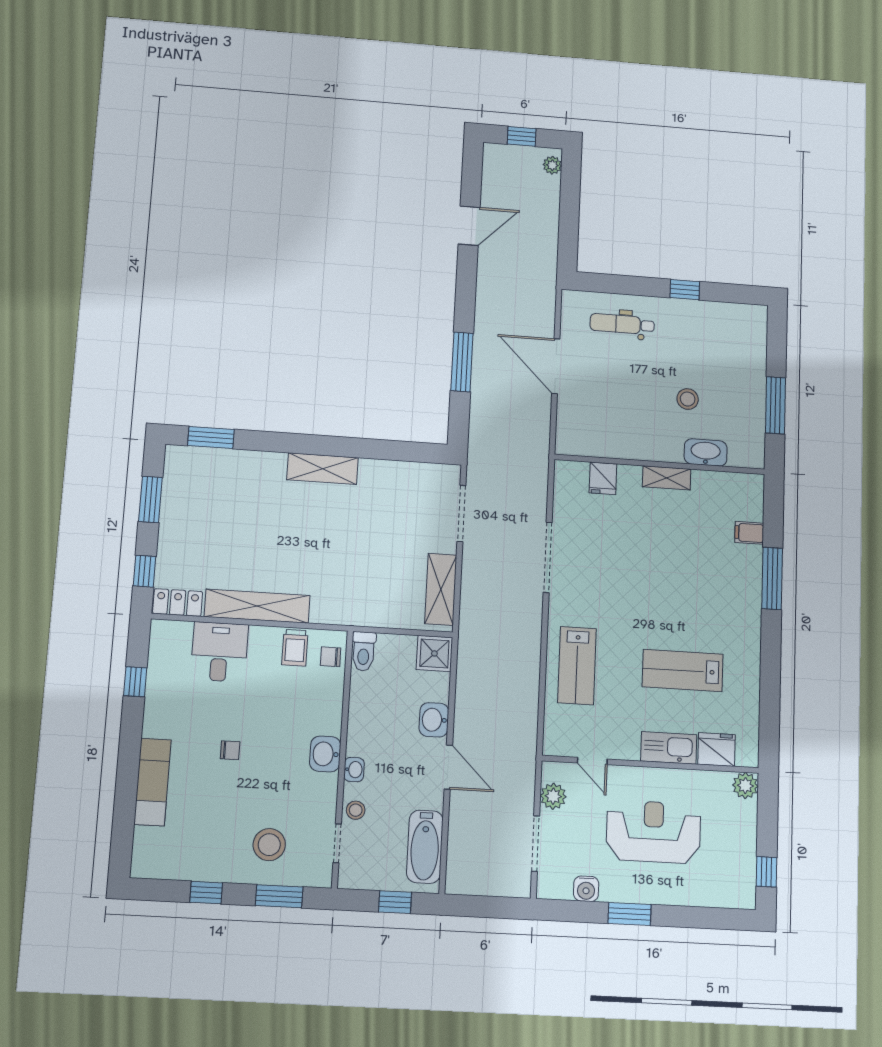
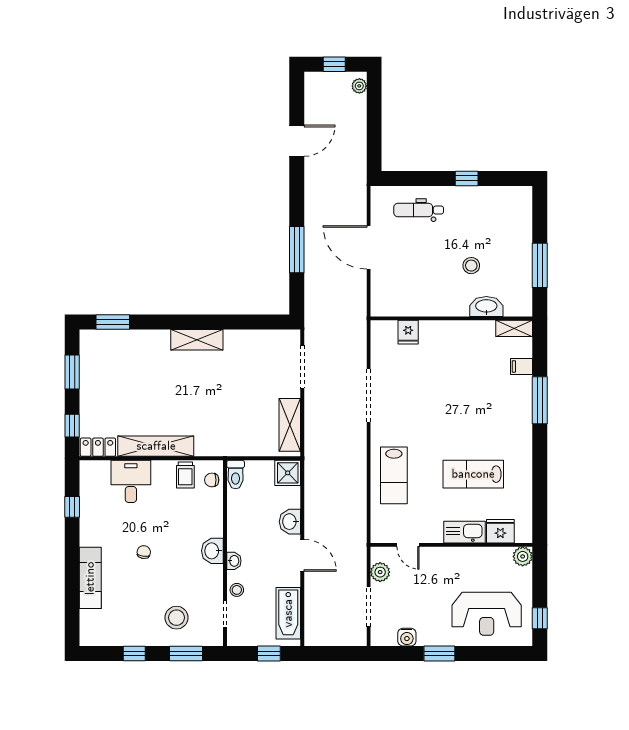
shelving: (667, 478) -> (514, 328), moved
chair: (230, 750) -> (144, 552), turned -83
reception desk: (653, 832) -> (487, 614), moved, turned 180

